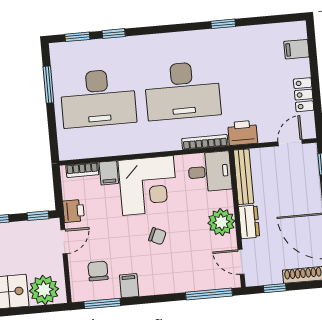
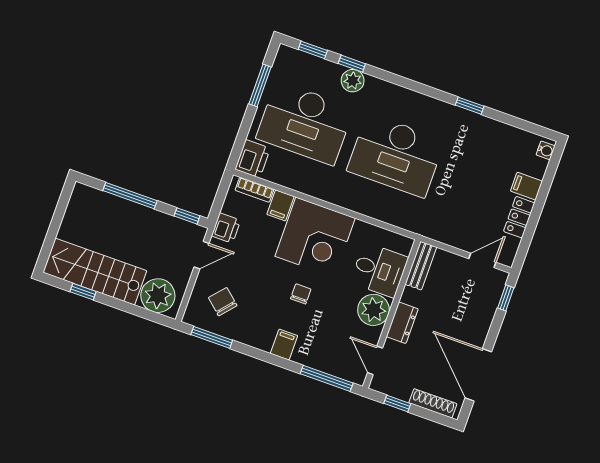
water cooler: (300, 32) -> (546, 150), added
plant: (121, 47) -> (353, 81), added
filing cabinet: (296, 49) -> (527, 186), moved
printer: (243, 133) -> (253, 159), moved, turned 90
bookcase: (205, 142) -> (395, 219), removed
desk: (210, 172) -> (379, 270), moved
bench: (244, 177) -> (421, 266), width x0.73
chair: (157, 236) -> (301, 294), turned -114
chair: (98, 271) -> (223, 302), turned -49
filing cabinet: (129, 286) -> (284, 345), moved

